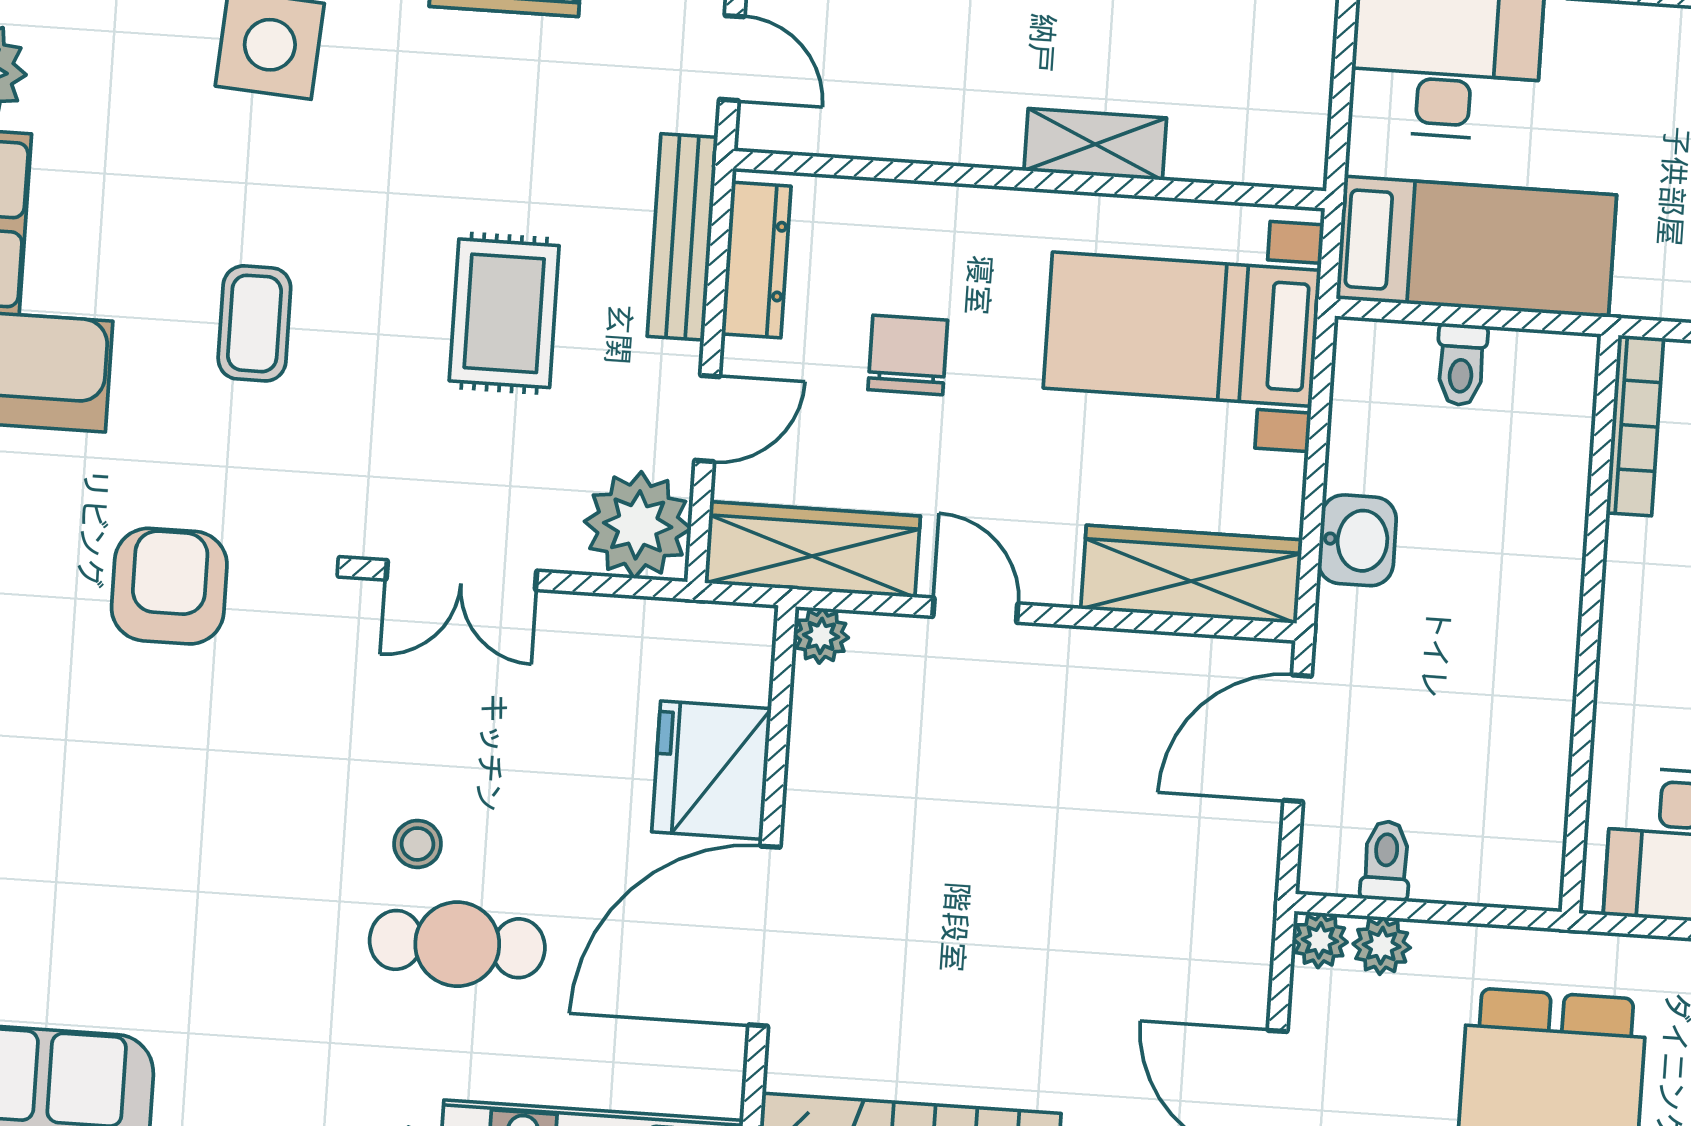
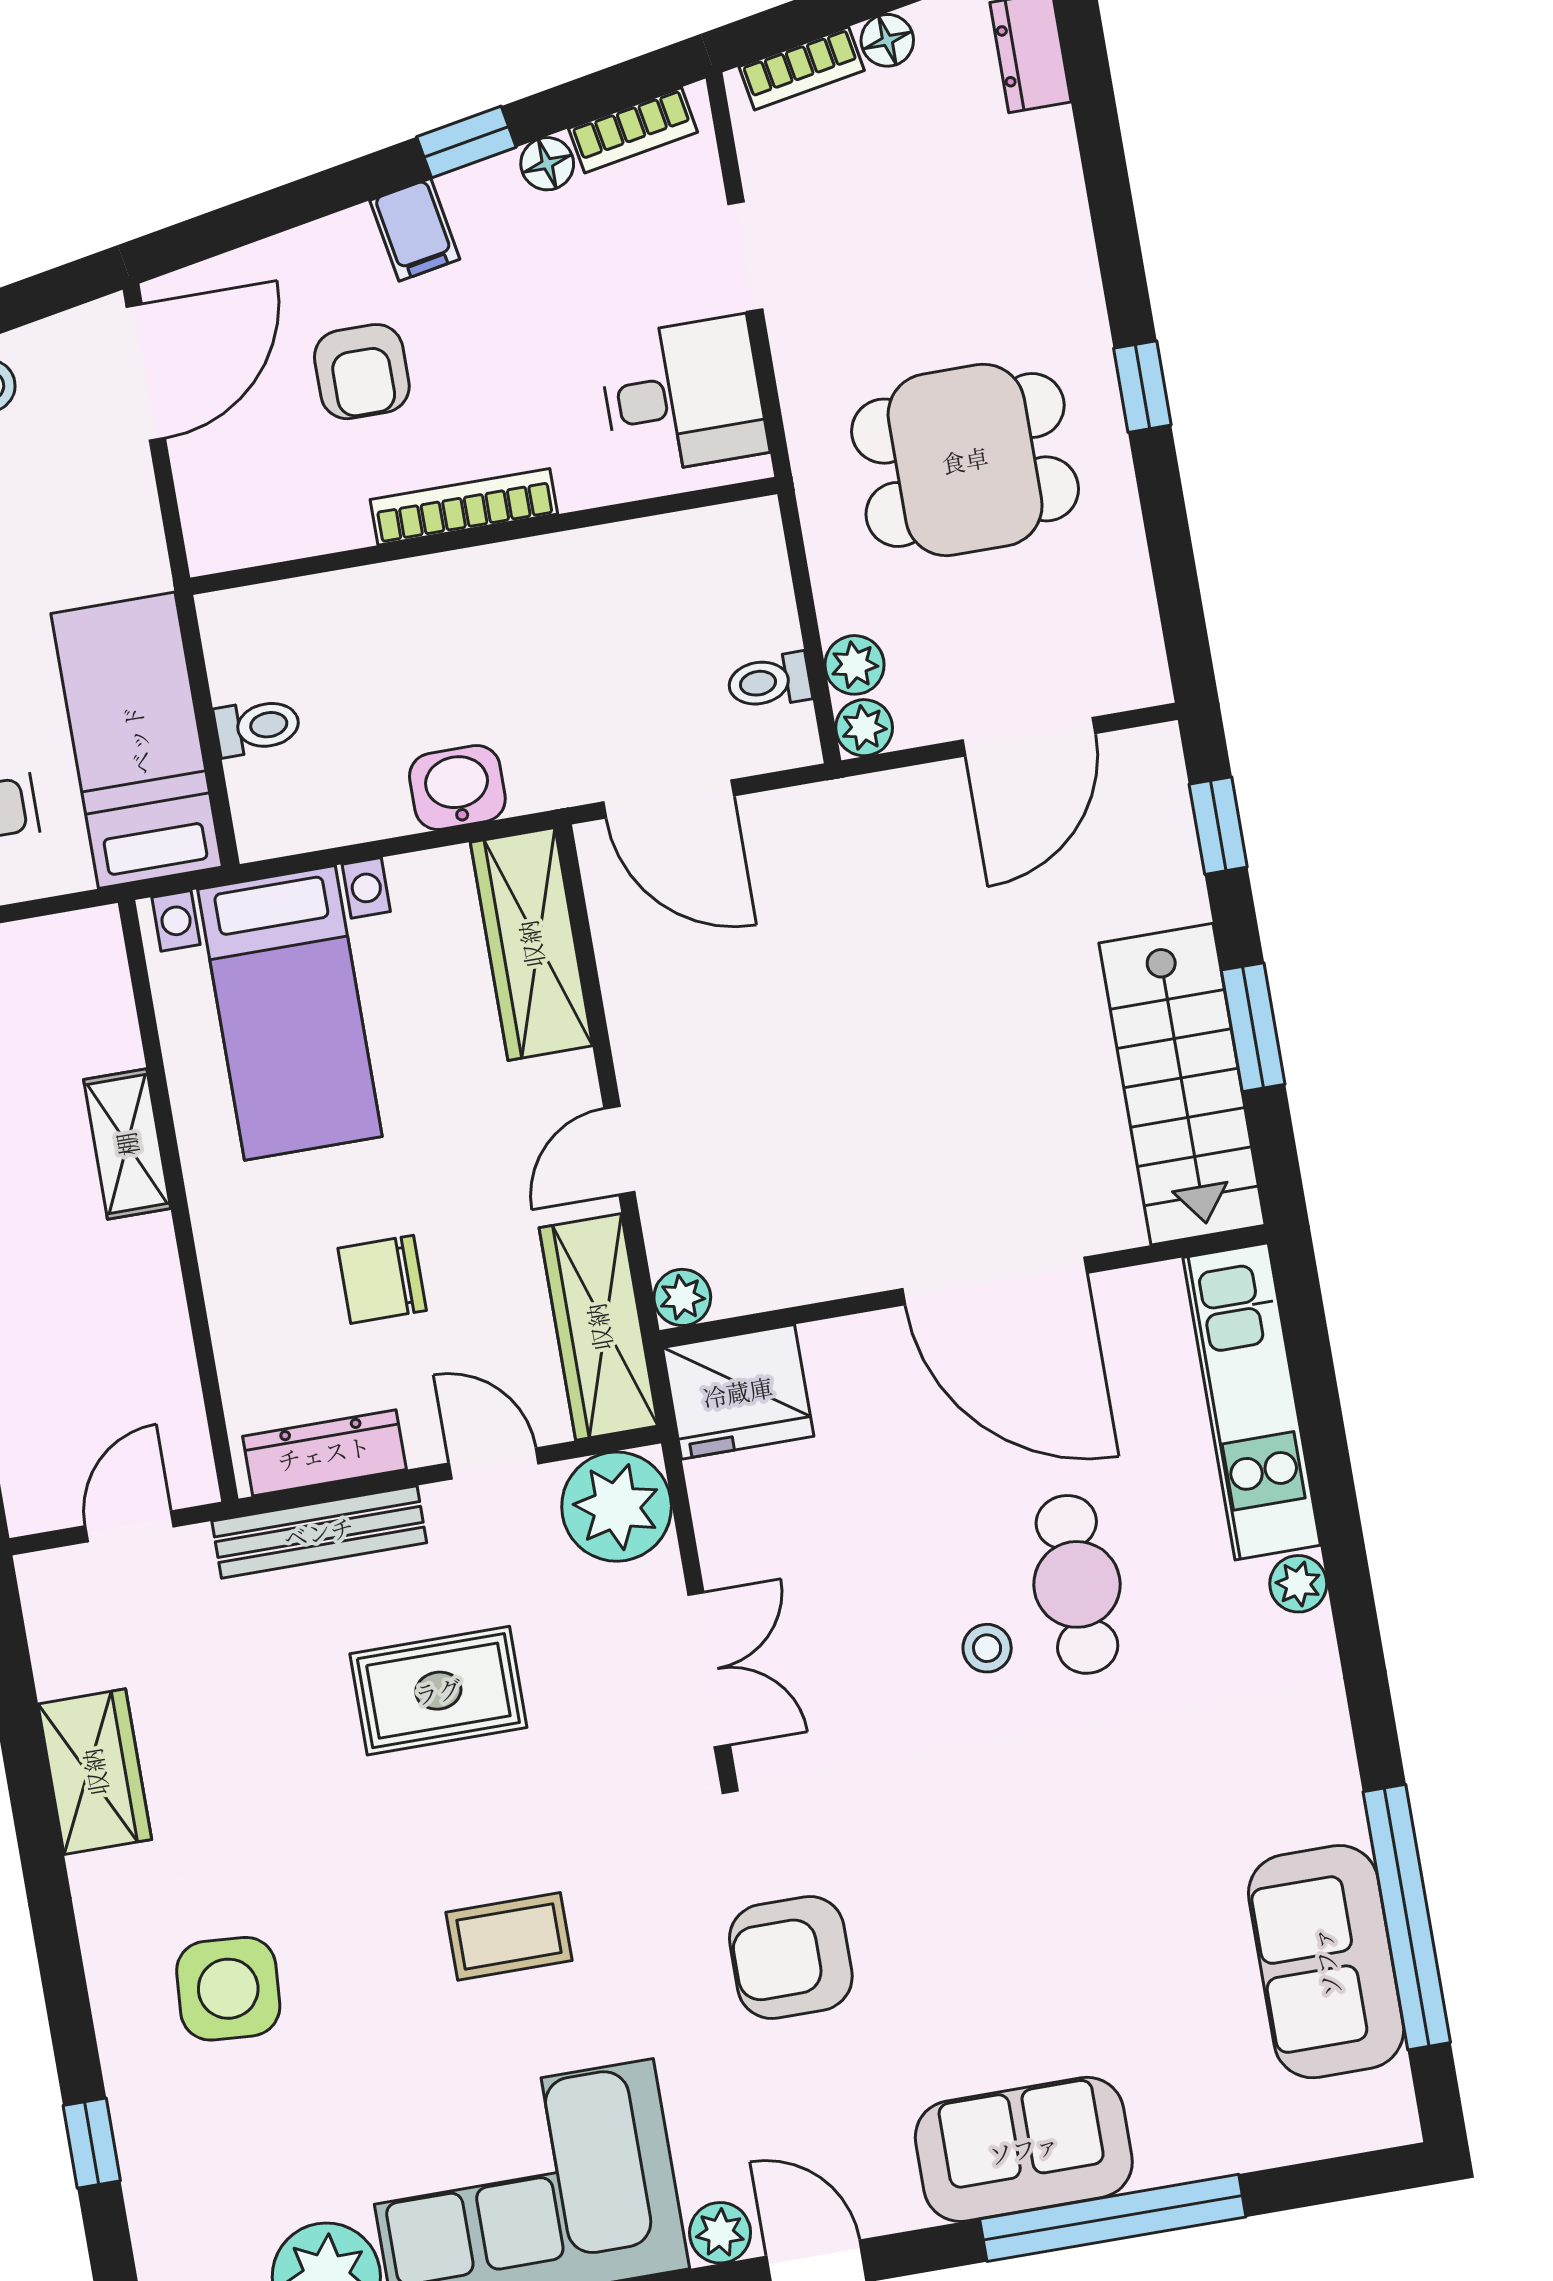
bookcase: (1635, 426) -> (464, 507), moved
fridge: (711, 770) -> (738, 1392), moved

